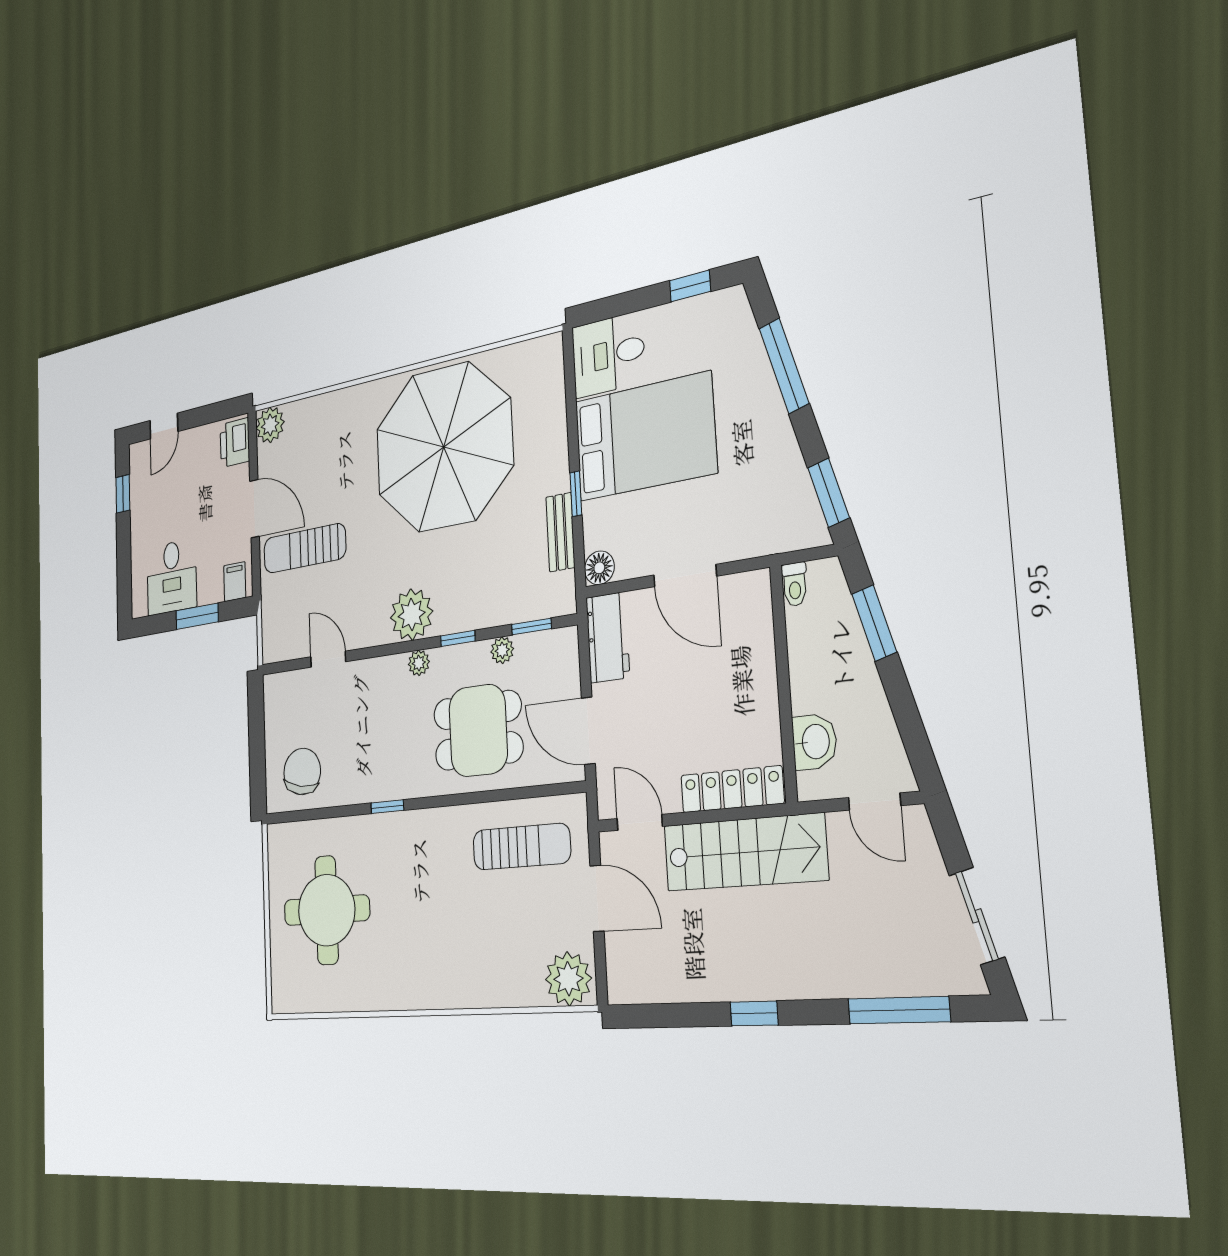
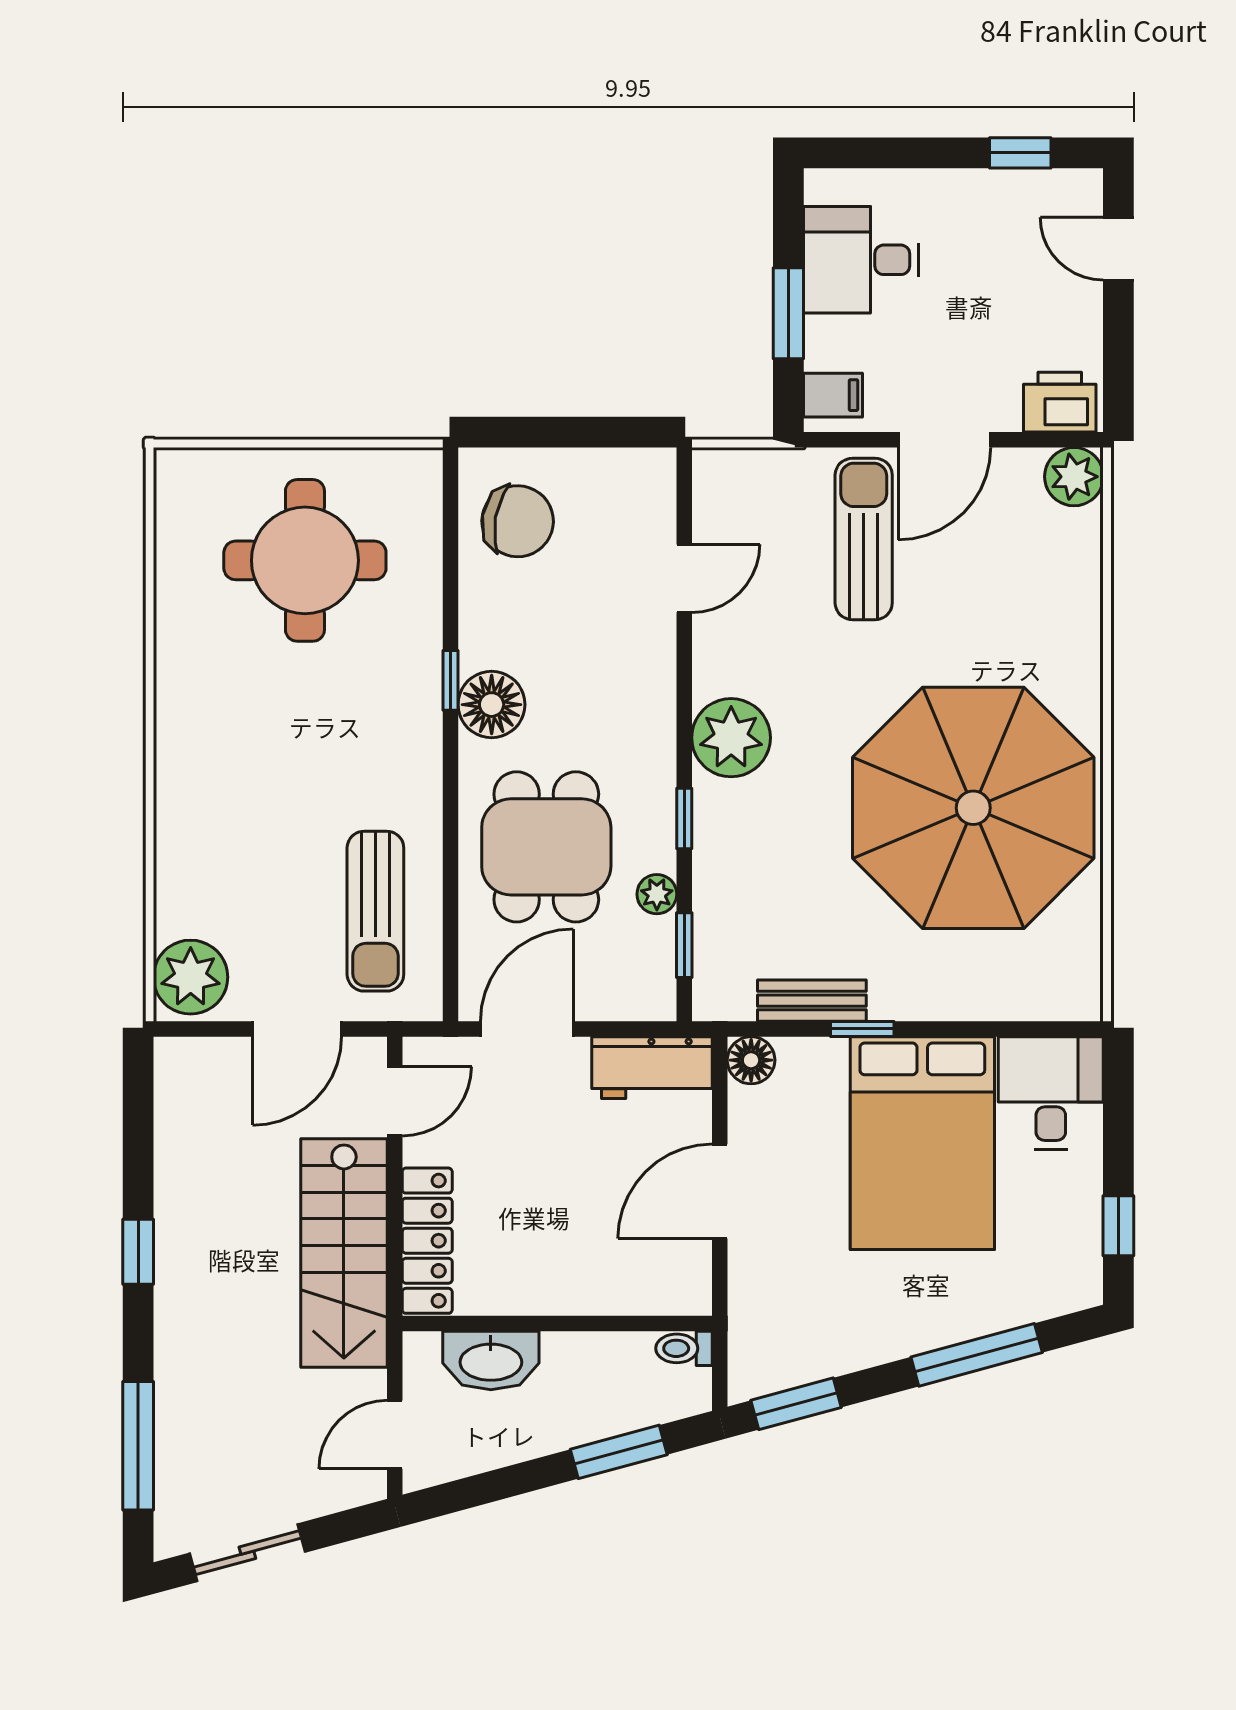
plant: (419, 663) -> (657, 747), removed
washbasin: (814, 742) -> (491, 1360), width x1.38
floor lamp: (399, 778) -> (492, 705), added

